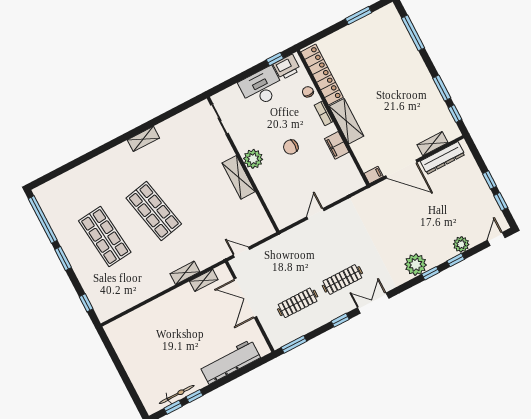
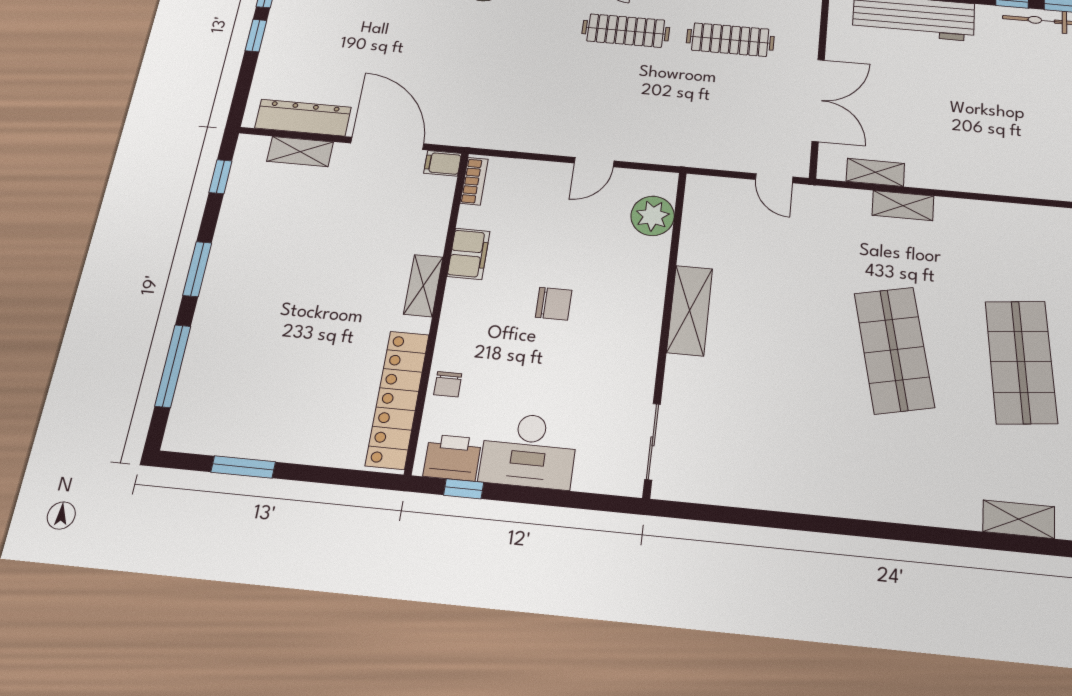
window: (442, 88) -> (197, 269), moved
bookcase: (324, 113) -> (474, 181), moved
shelving: (346, 121) -> (423, 286), width x0.67, depth x0.75
shelving: (143, 139) -> (1019, 519), moved
plant: (253, 159) -> (653, 216), moved

